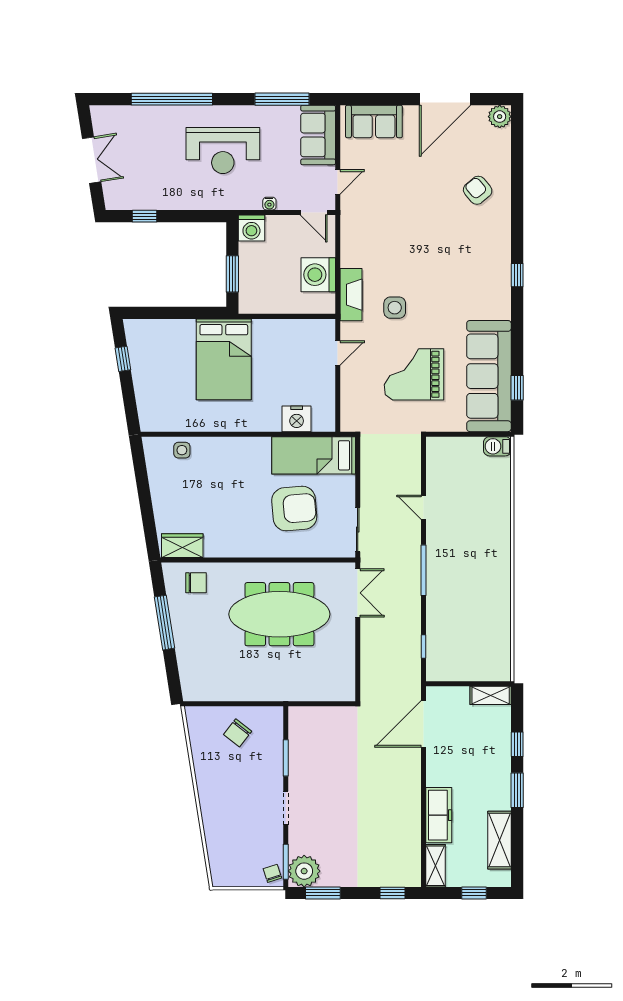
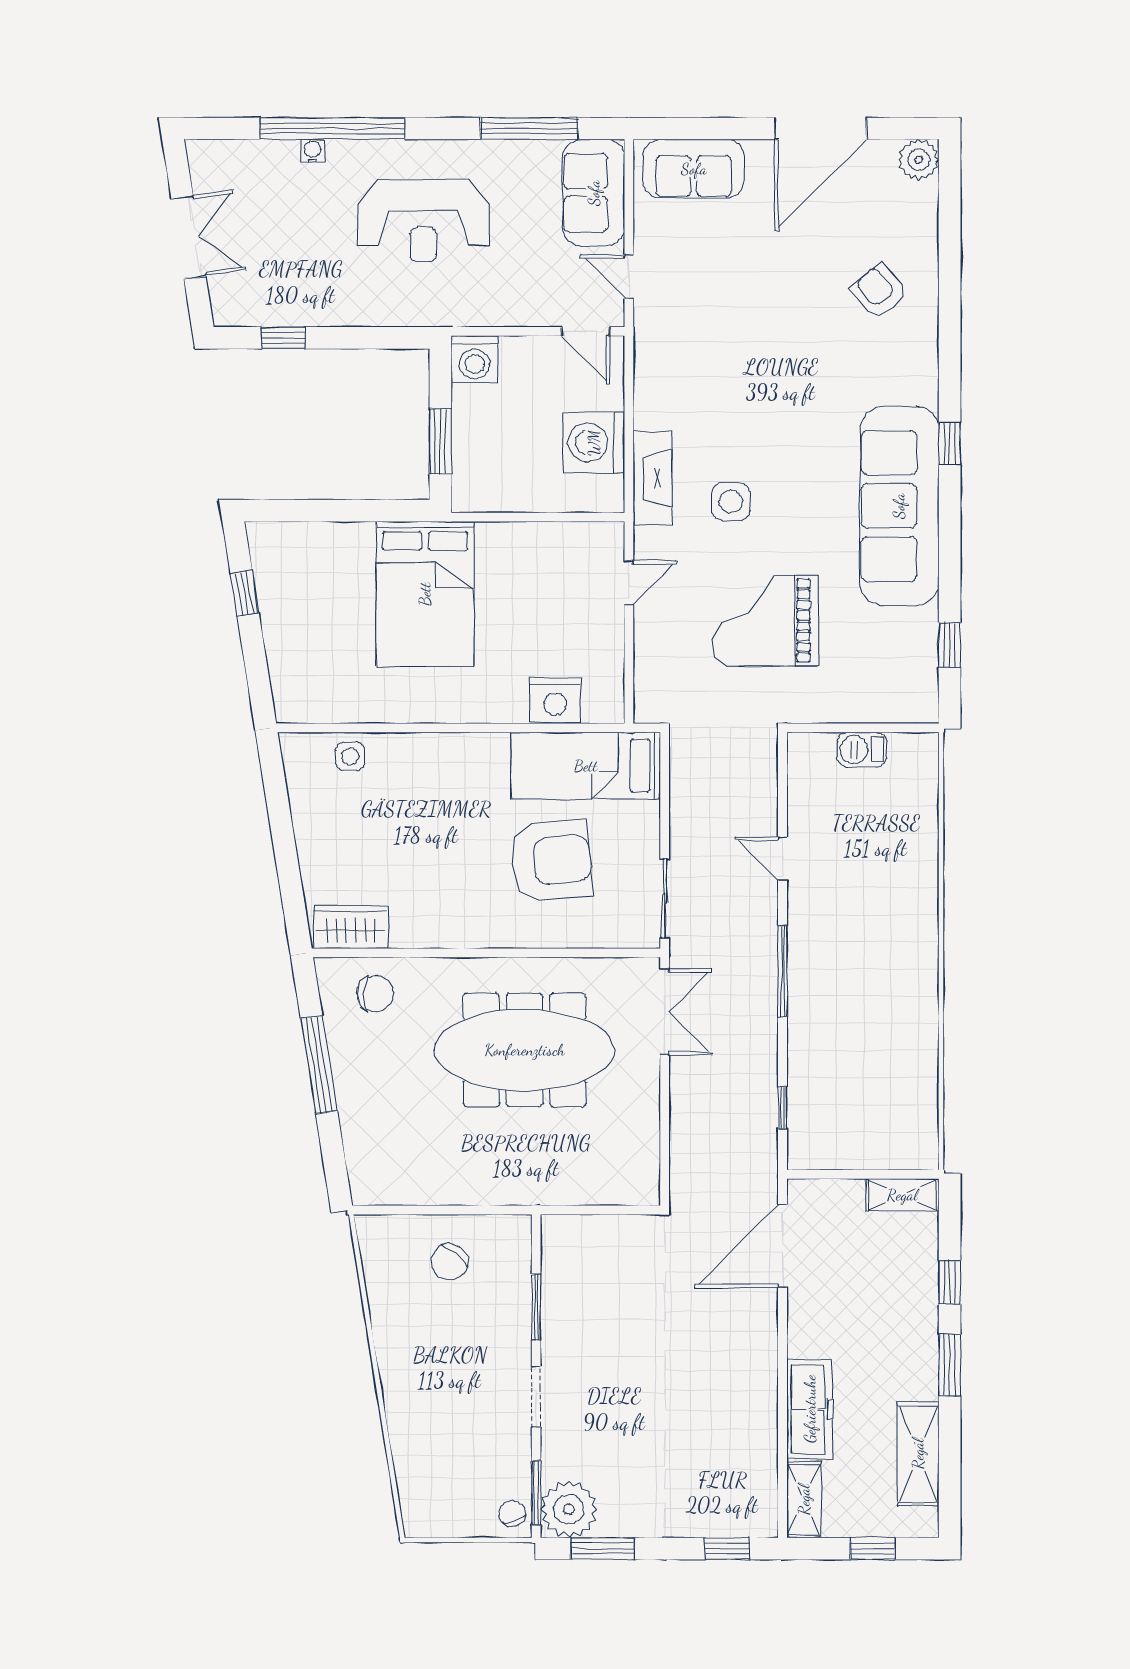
door: (338, 182) -> (629, 277), swing flipped
water cooler: (269, 204) -> (312, 151), moved, turned 180
sofa: (489, 376) -> (899, 506), moved
barbecue: (497, 446) -> (862, 750), moved

